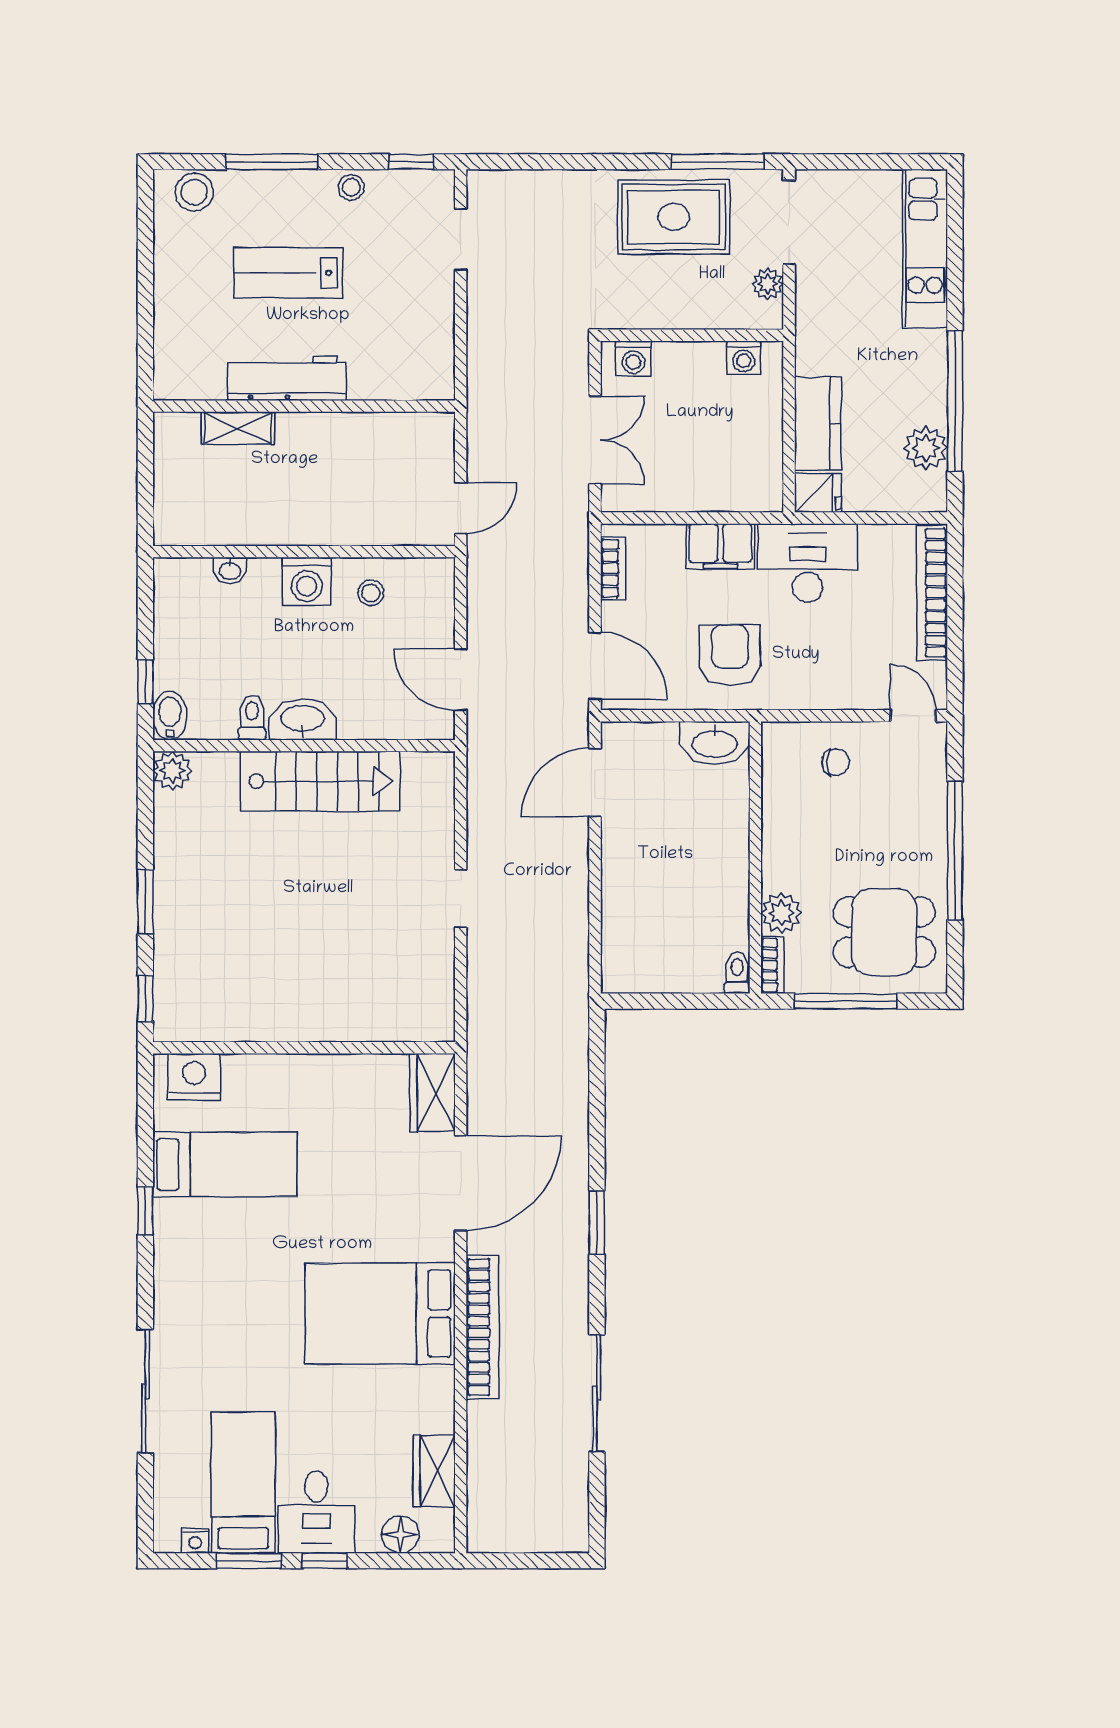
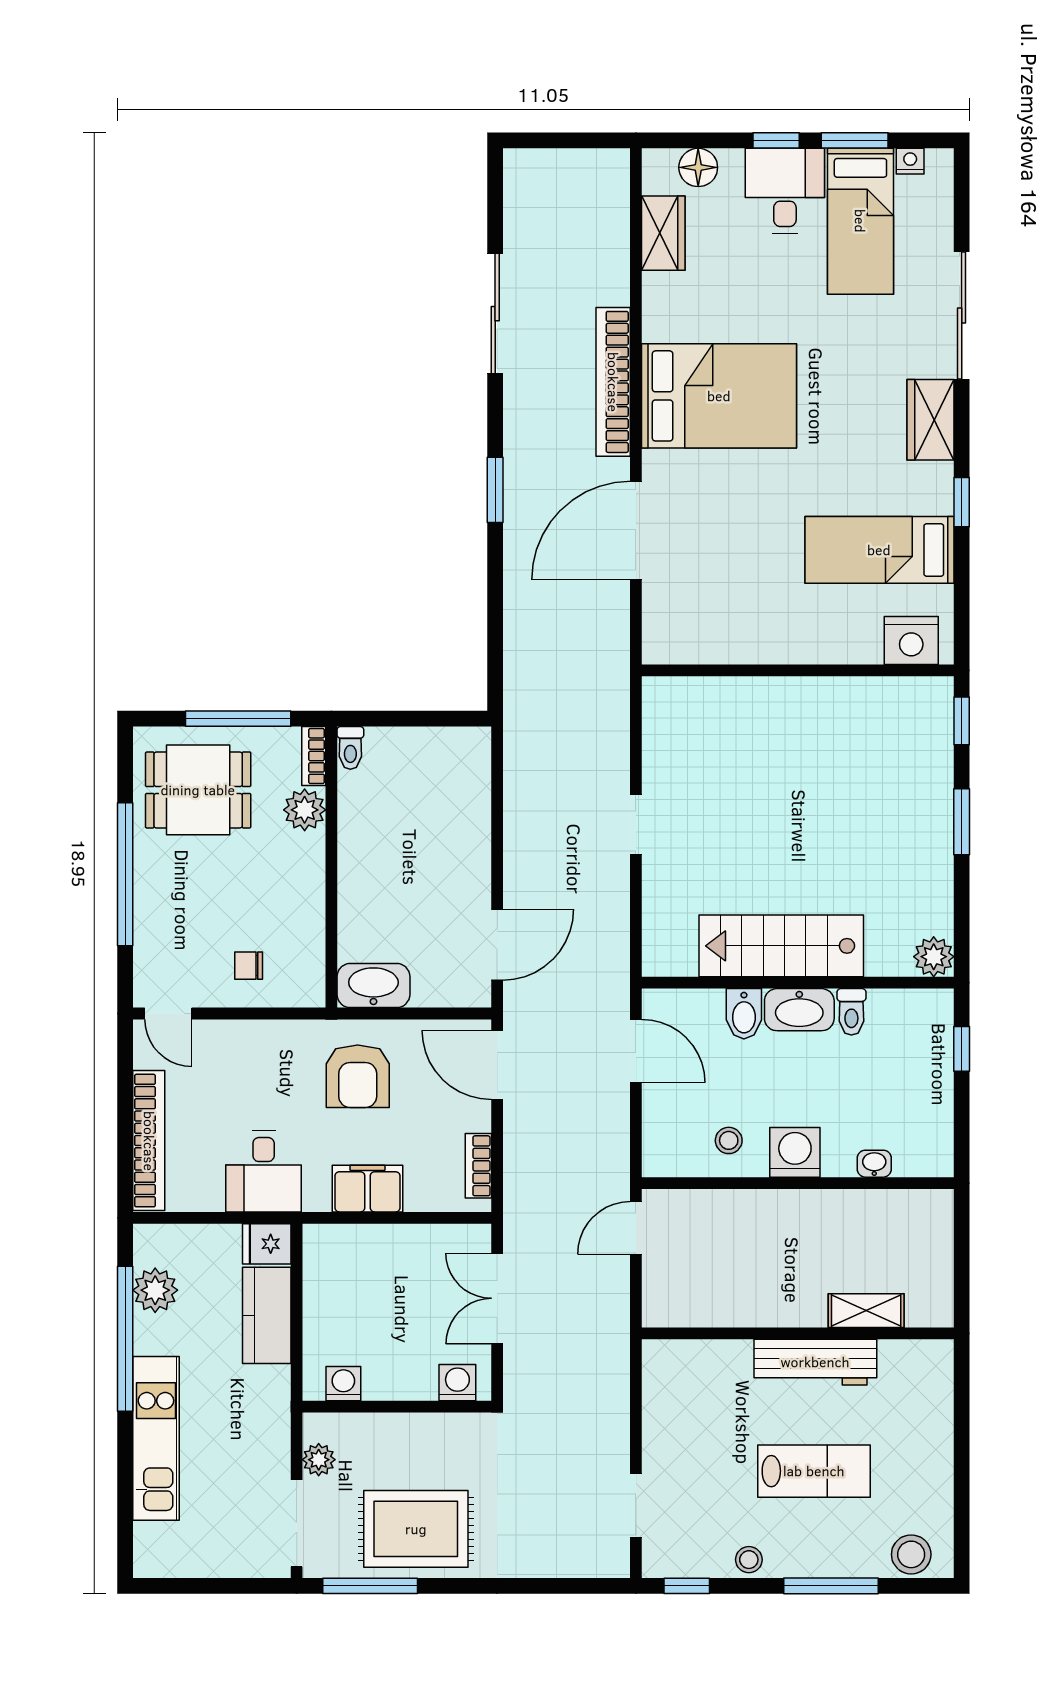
kitchen unit: (925, 249) -> (156, 1438), moved
desk: (807, 563) -> (264, 1171), width x0.73
bidet: (170, 716) -> (744, 1014), moved
wardrobe: (432, 1092) -> (930, 420), moved, turned 180

